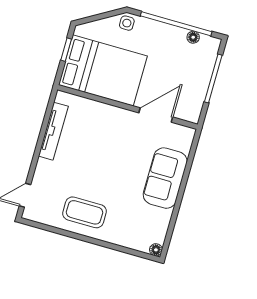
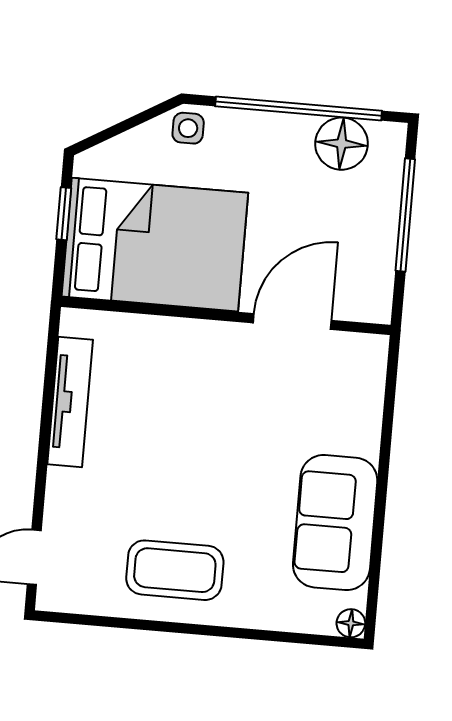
floor lamp: (193, 37) -> (342, 144), width x1.89, depth x1.89
sofa: (165, 178) -> (335, 523), moved

